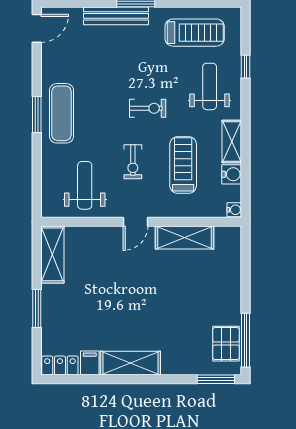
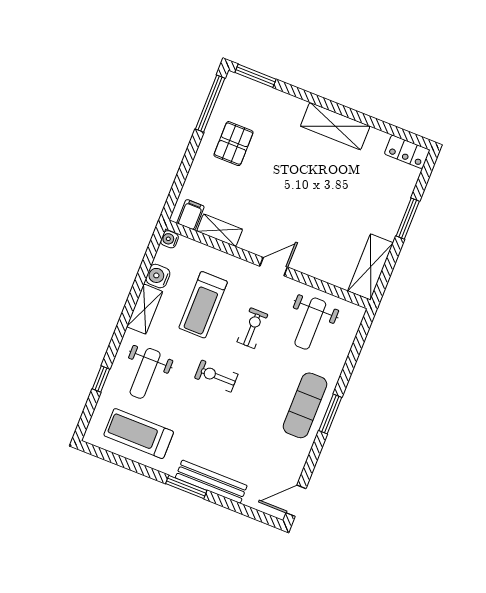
shelving: (185, 238) -> (220, 230), width x0.67, depth x0.75
pallet: (226, 344) -> (234, 144), moved
filing cabinet: (90, 363) -> (191, 215), moved, turned 180

